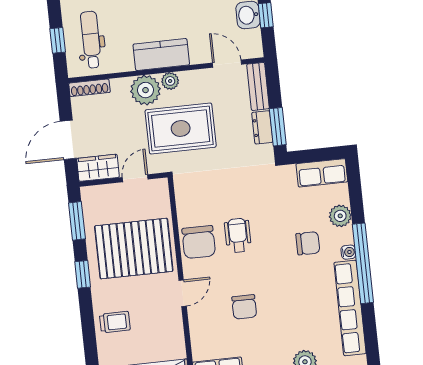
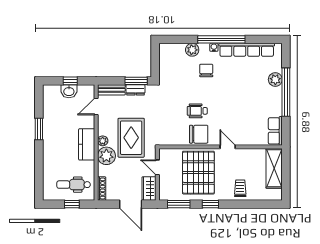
row of seats: (322, 173) -> (166, 58), removed
chair: (244, 307) -> (239, 112), removed

